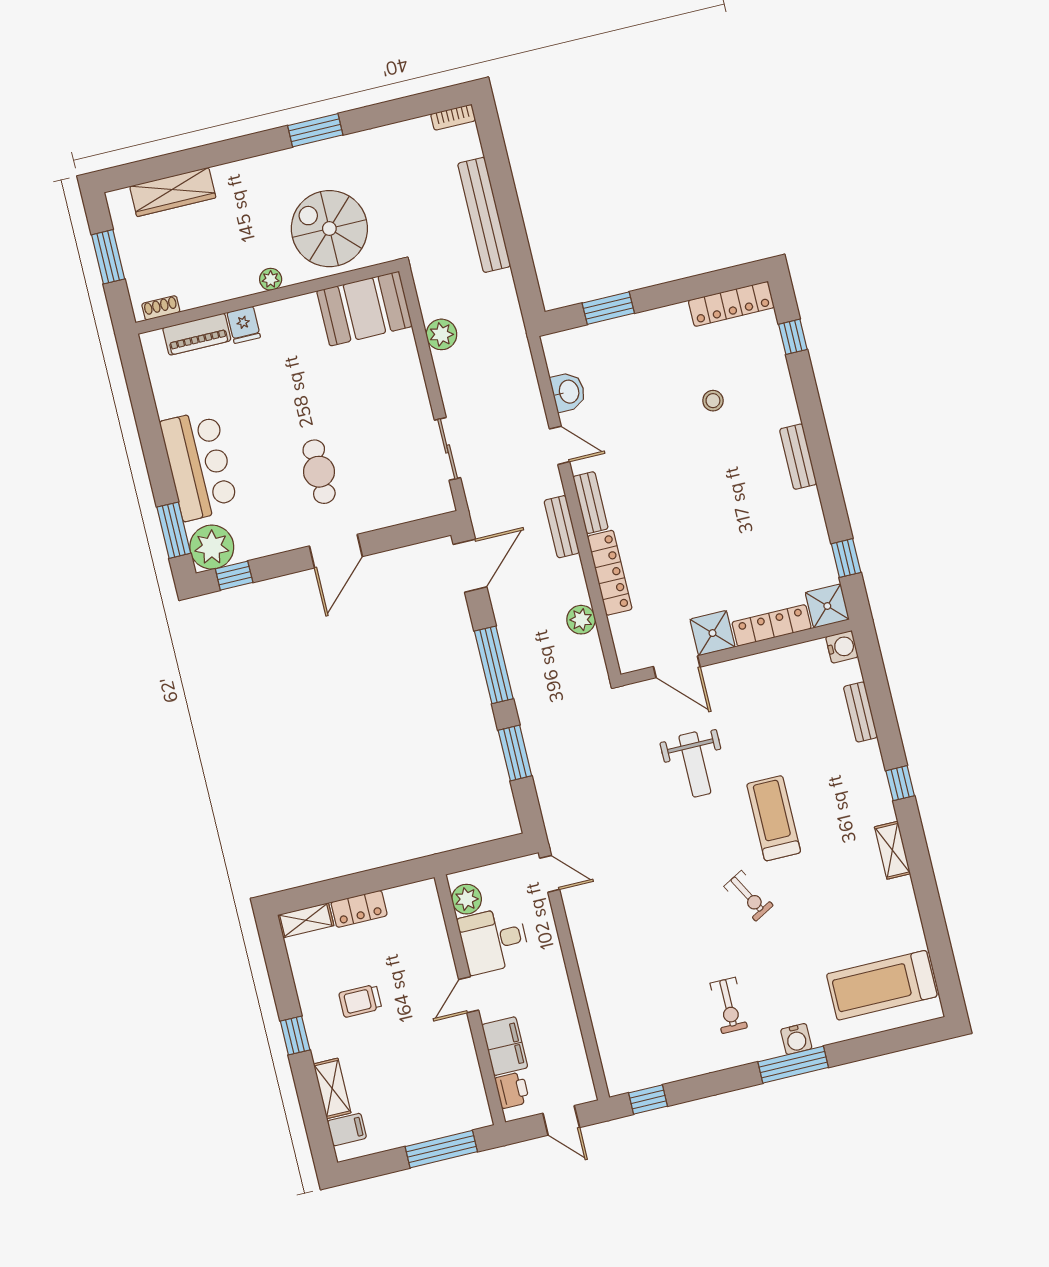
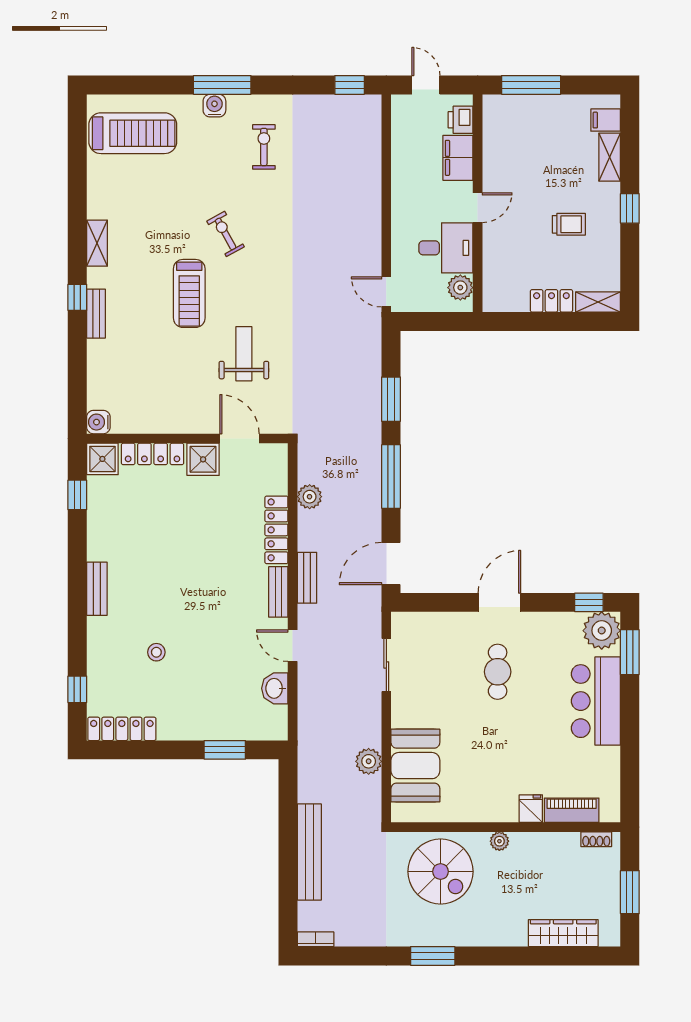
booth: (364, 309) -> (415, 766), moved, turned 90
bench: (860, 712) -> (96, 314), moved

